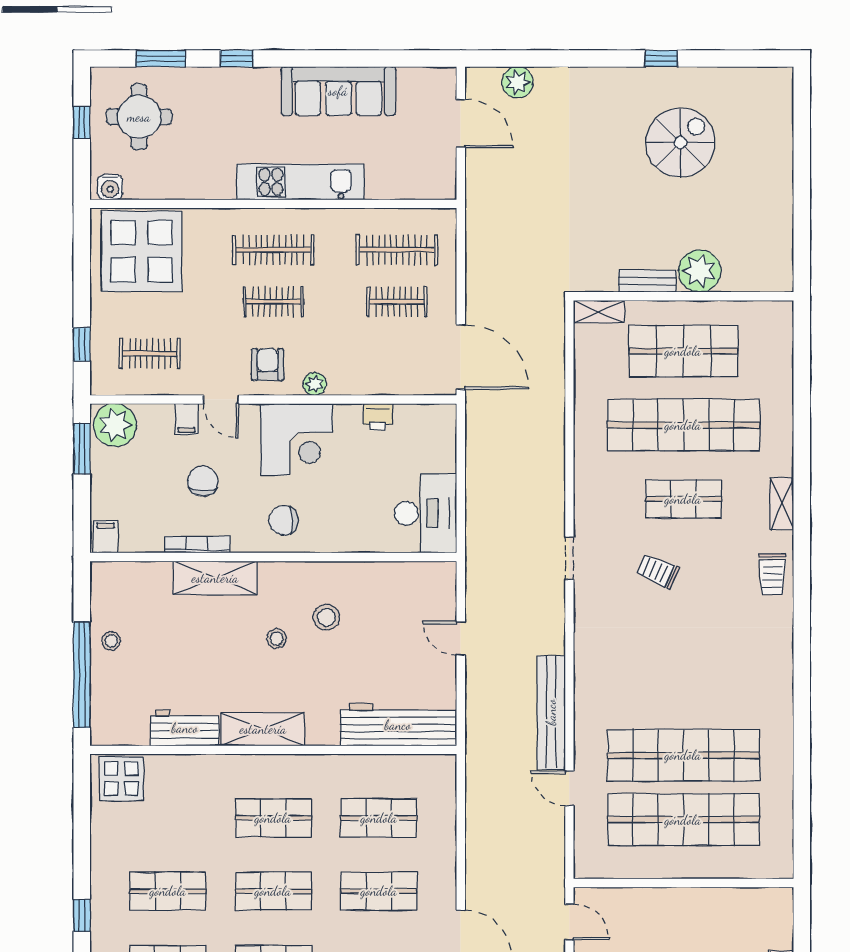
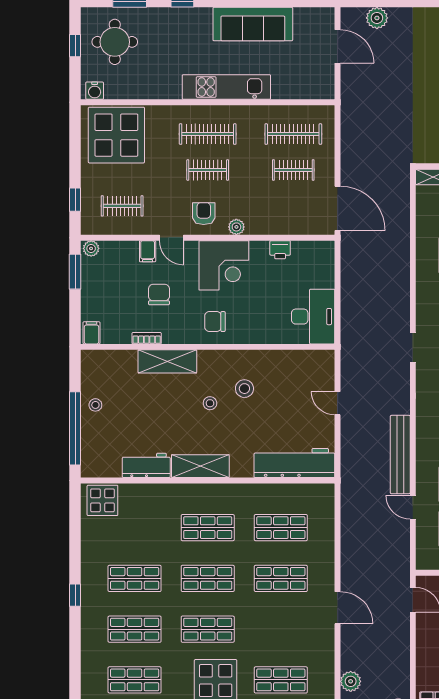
plant: (115, 425) -> (91, 248), width x0.53, depth x0.53
bookcase: (197, 545) -> (147, 338), width x0.64

